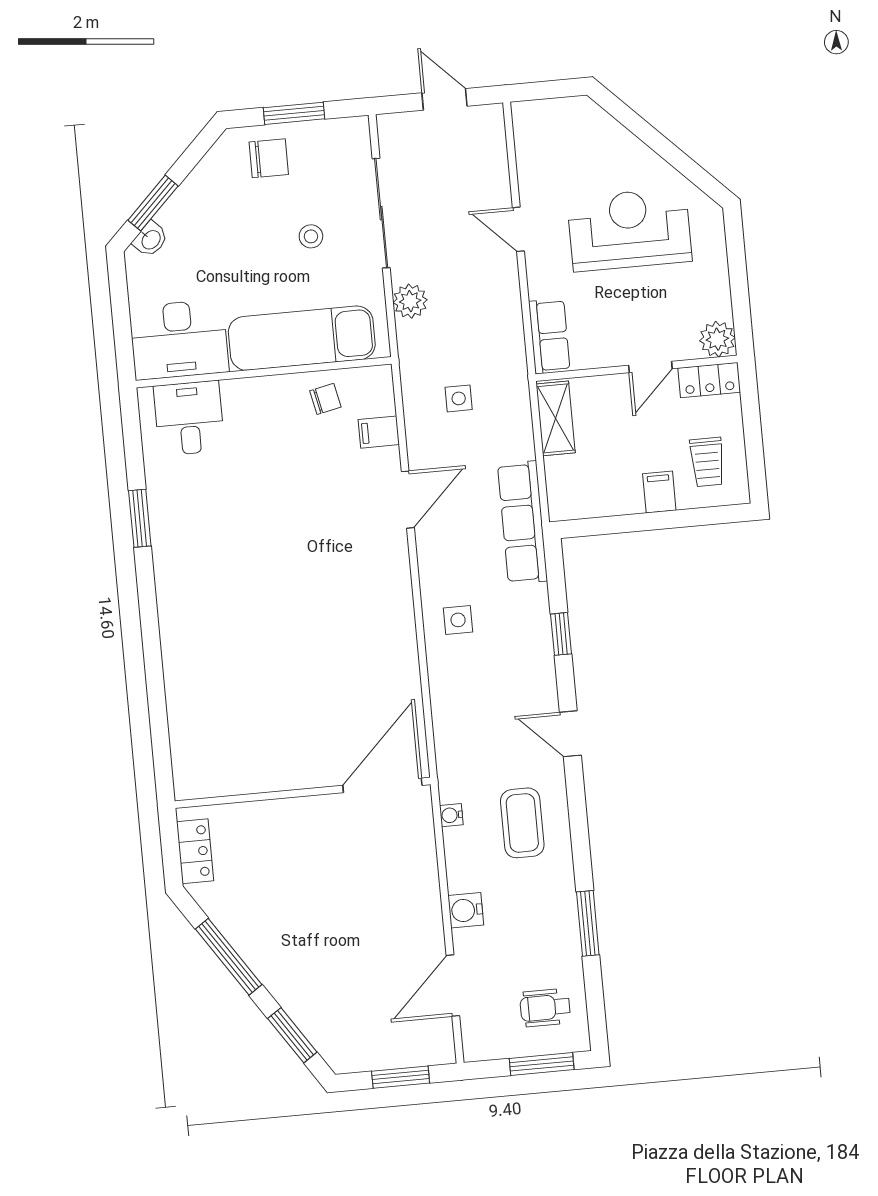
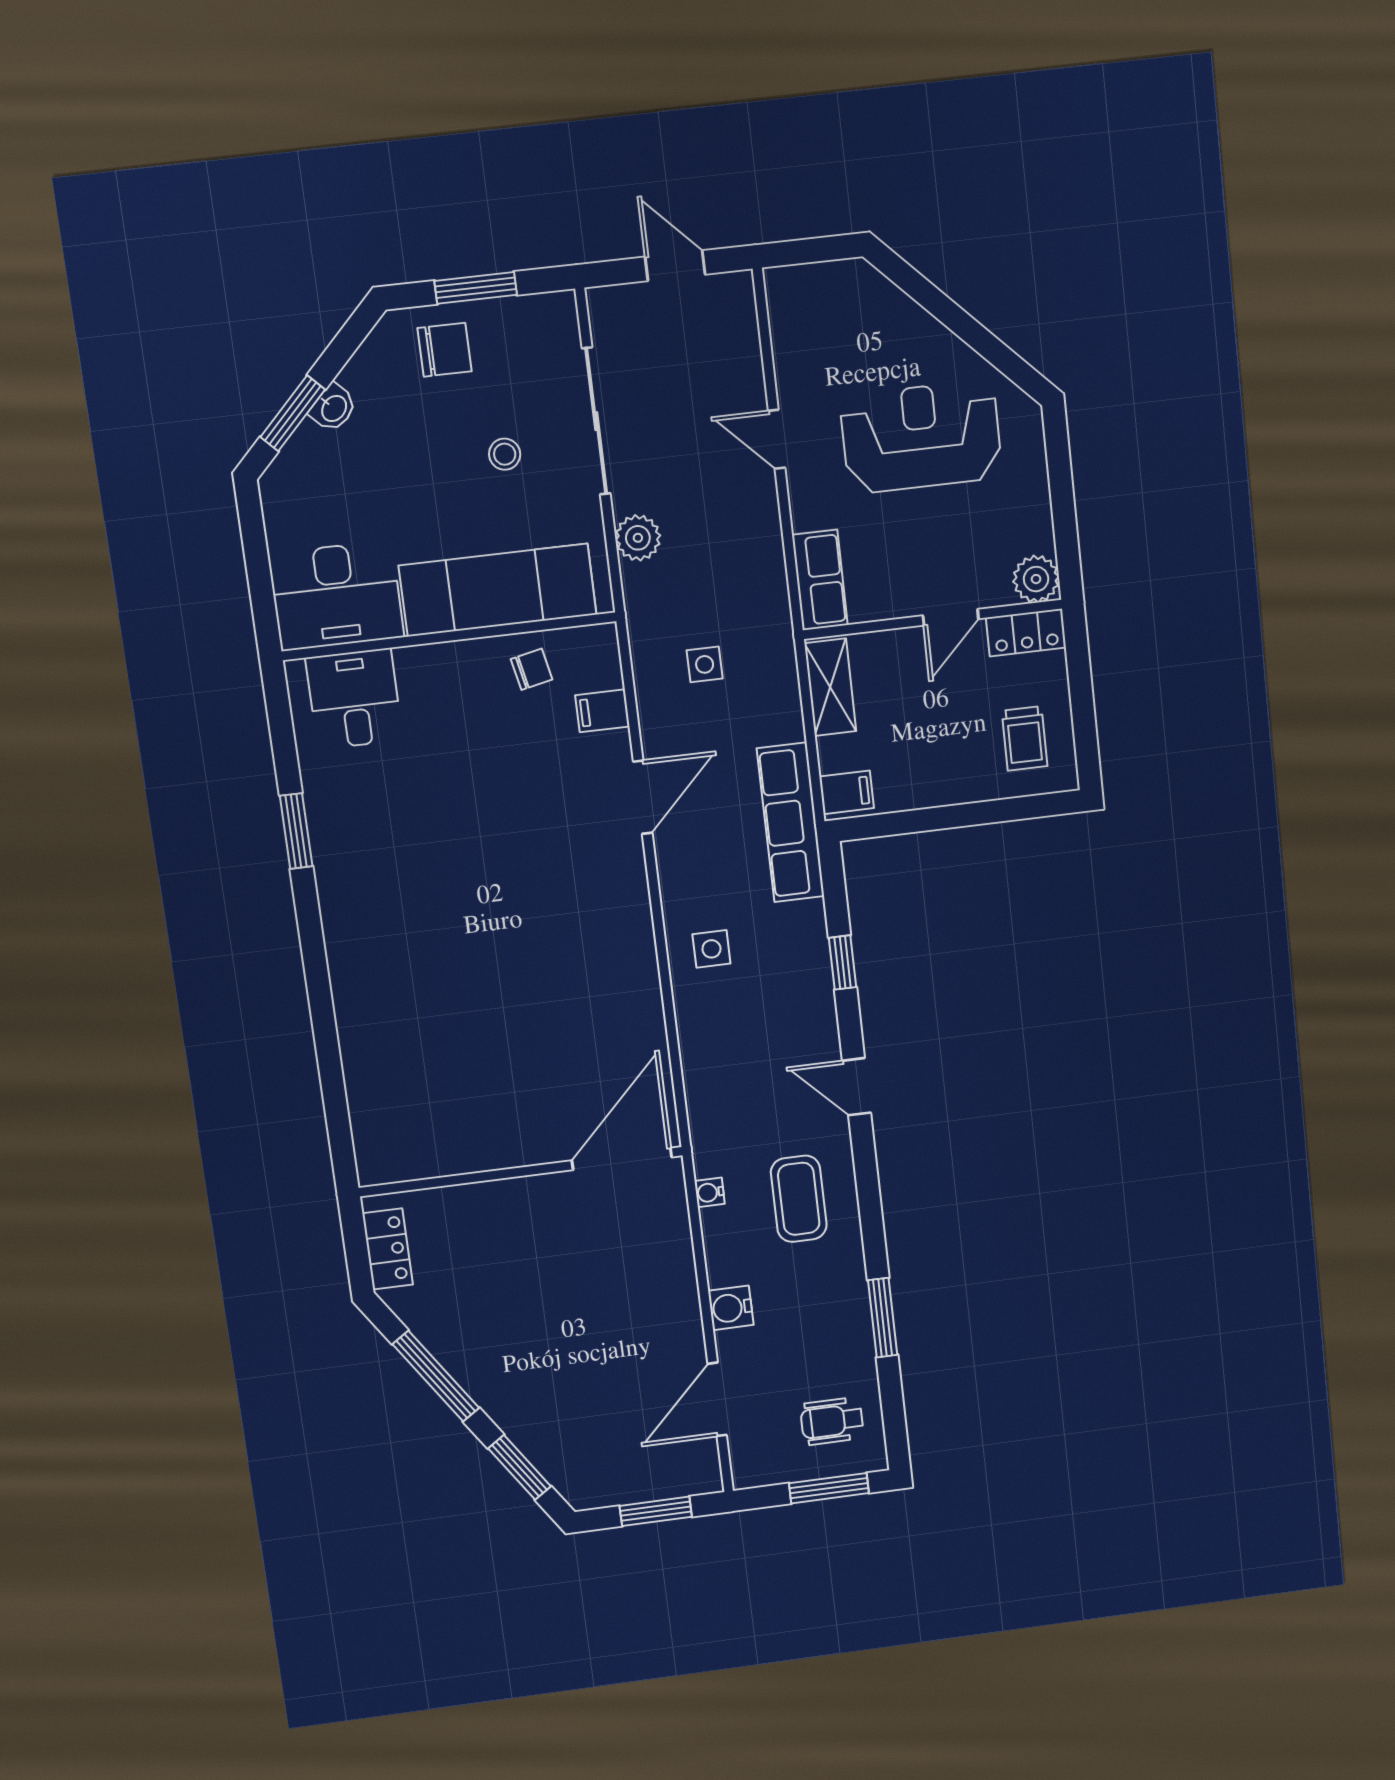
washbasin: (151, 239) -> (333, 408), moved
filing cabinet: (659, 492) -> (847, 792), moved, turned 90

